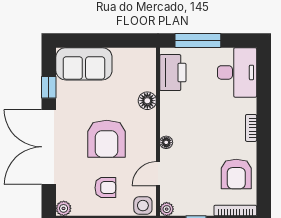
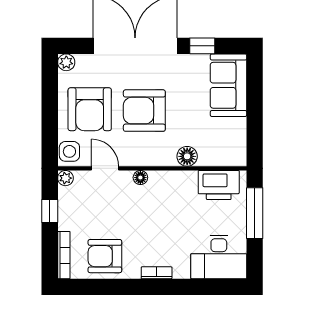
armchair: (105, 188) -> (90, 109), width x1.88, depth x1.88

